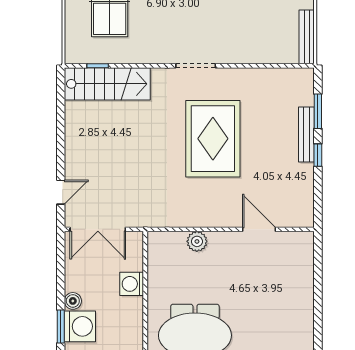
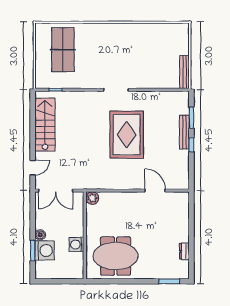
stairs: (107, 84) -> (45, 125), moved, turned -90
plant: (197, 241) -> (92, 198), moved
washing machine: (132, 284) -> (76, 244), moved
dresser: (306, 328) -> (184, 251), added

